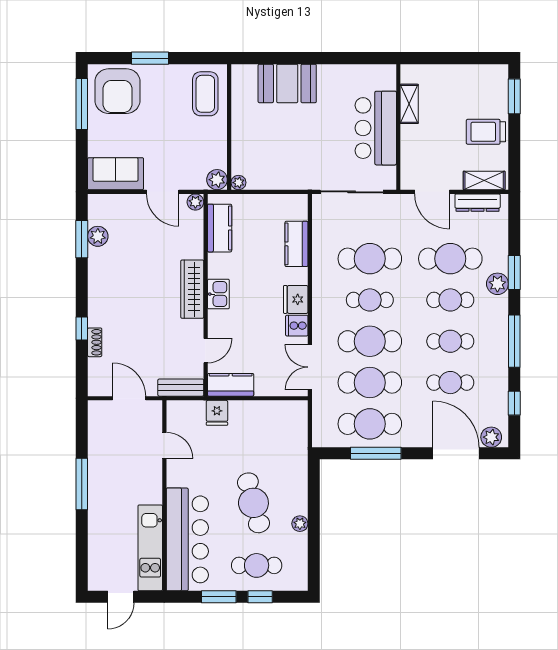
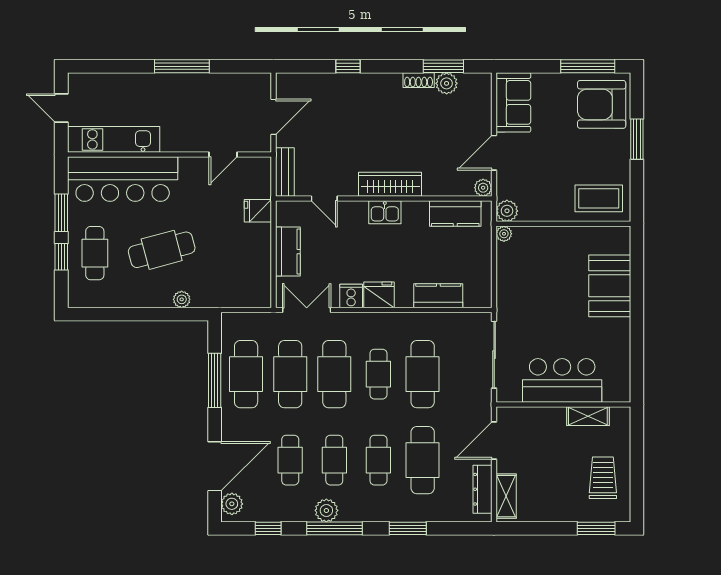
trolley: (486, 132) -> (603, 478), moved
plant: (497, 284) -> (326, 510), moved
shoe rack: (95, 342) -> (419, 80), moved
kitchen counter: (231, 385) -> (288, 252), moved
plant: (300, 524) -> (182, 299), moved

